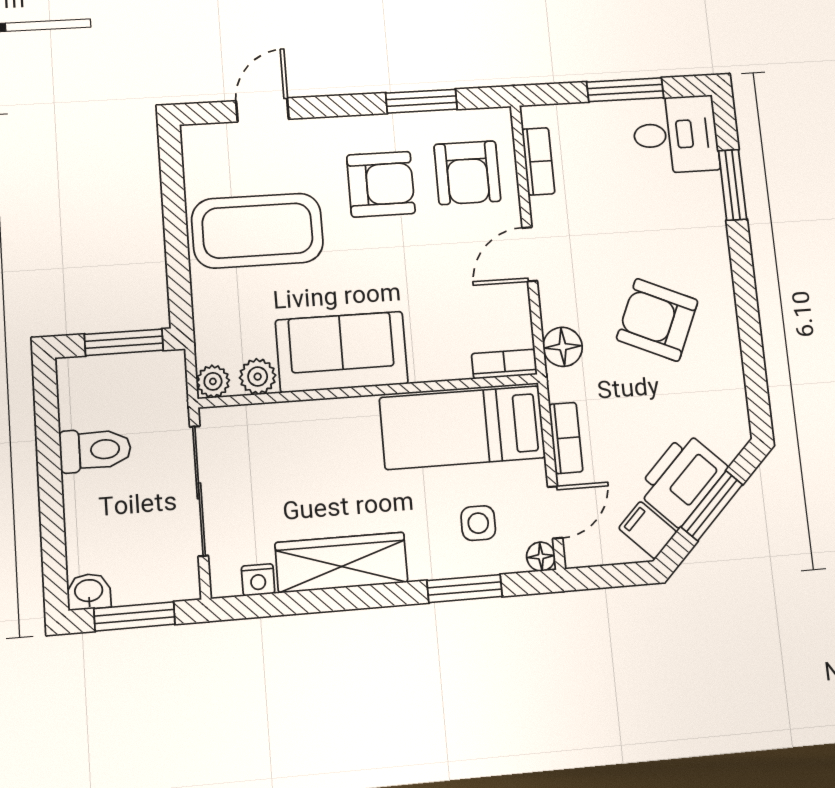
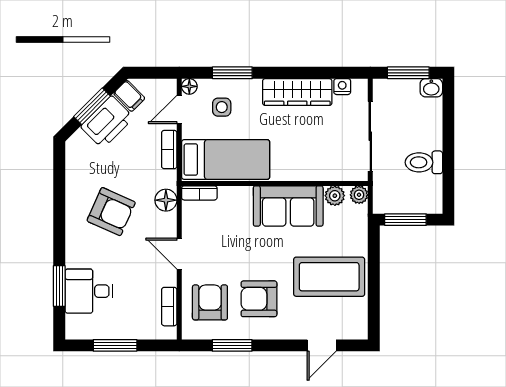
desk: (675, 134) -> (89, 291), moved
door: (530, 254) -> (179, 254), swing flipped

